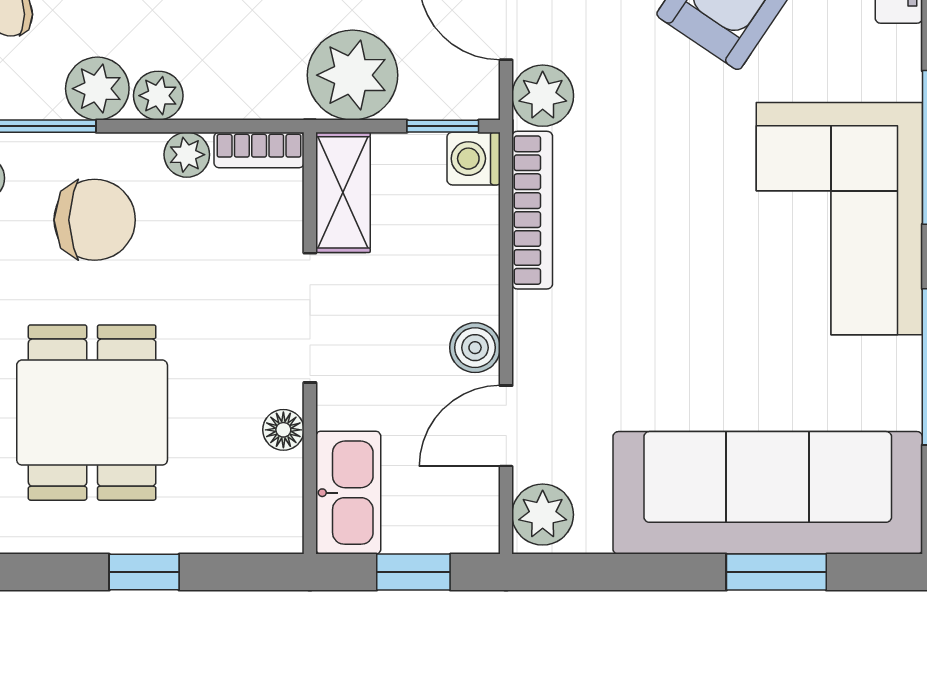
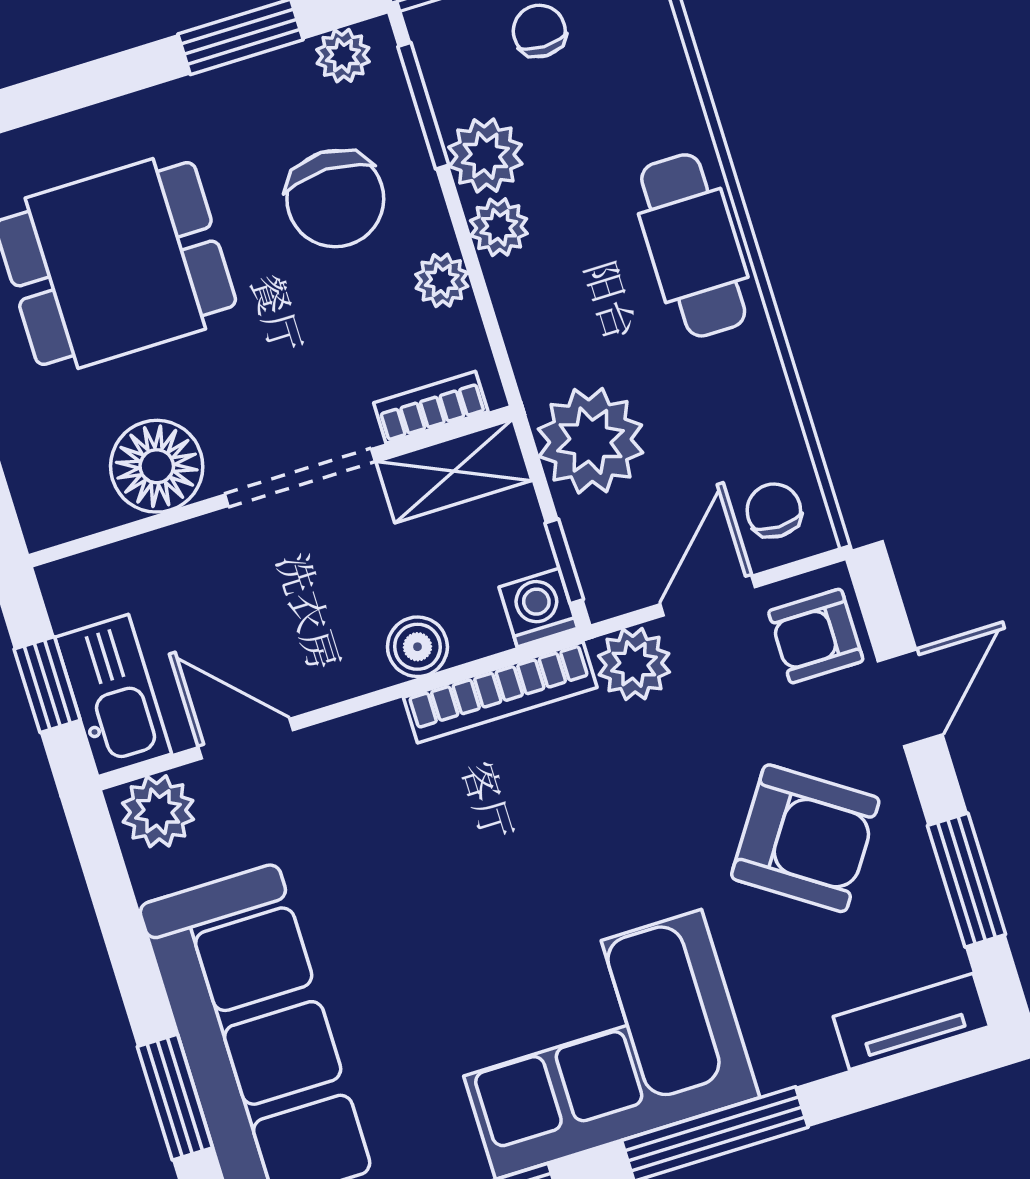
bookcase: (259, 150) -> (431, 407), moved, turned 90
boiler: (475, 348) -> (417, 647), moved
floor lamp: (283, 430) -> (157, 466), width x1.89, depth x1.89
kitchen sink: (348, 493) -> (113, 696), moved, turned -90

